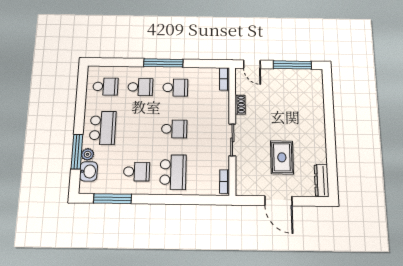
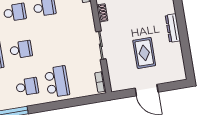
school desk: (174, 129) -> (21, 50), moved
dresser: (321, 181) -> (173, 28), moved

